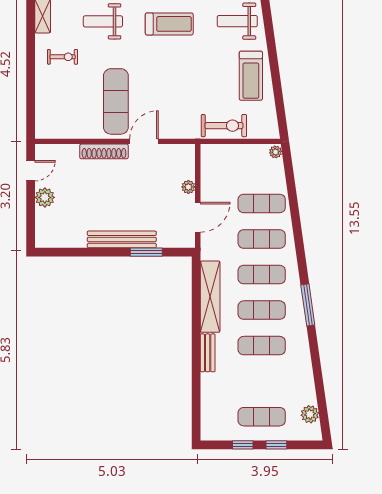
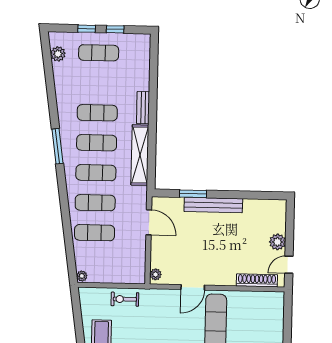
exercise bike: (224, 126) -> (125, 299), width x0.73, depth x0.72
shoe rack: (104, 151) -> (257, 280), moved
plant: (188, 187) -> (156, 274), moved
door: (198, 217) -> (149, 222), swing flipped

